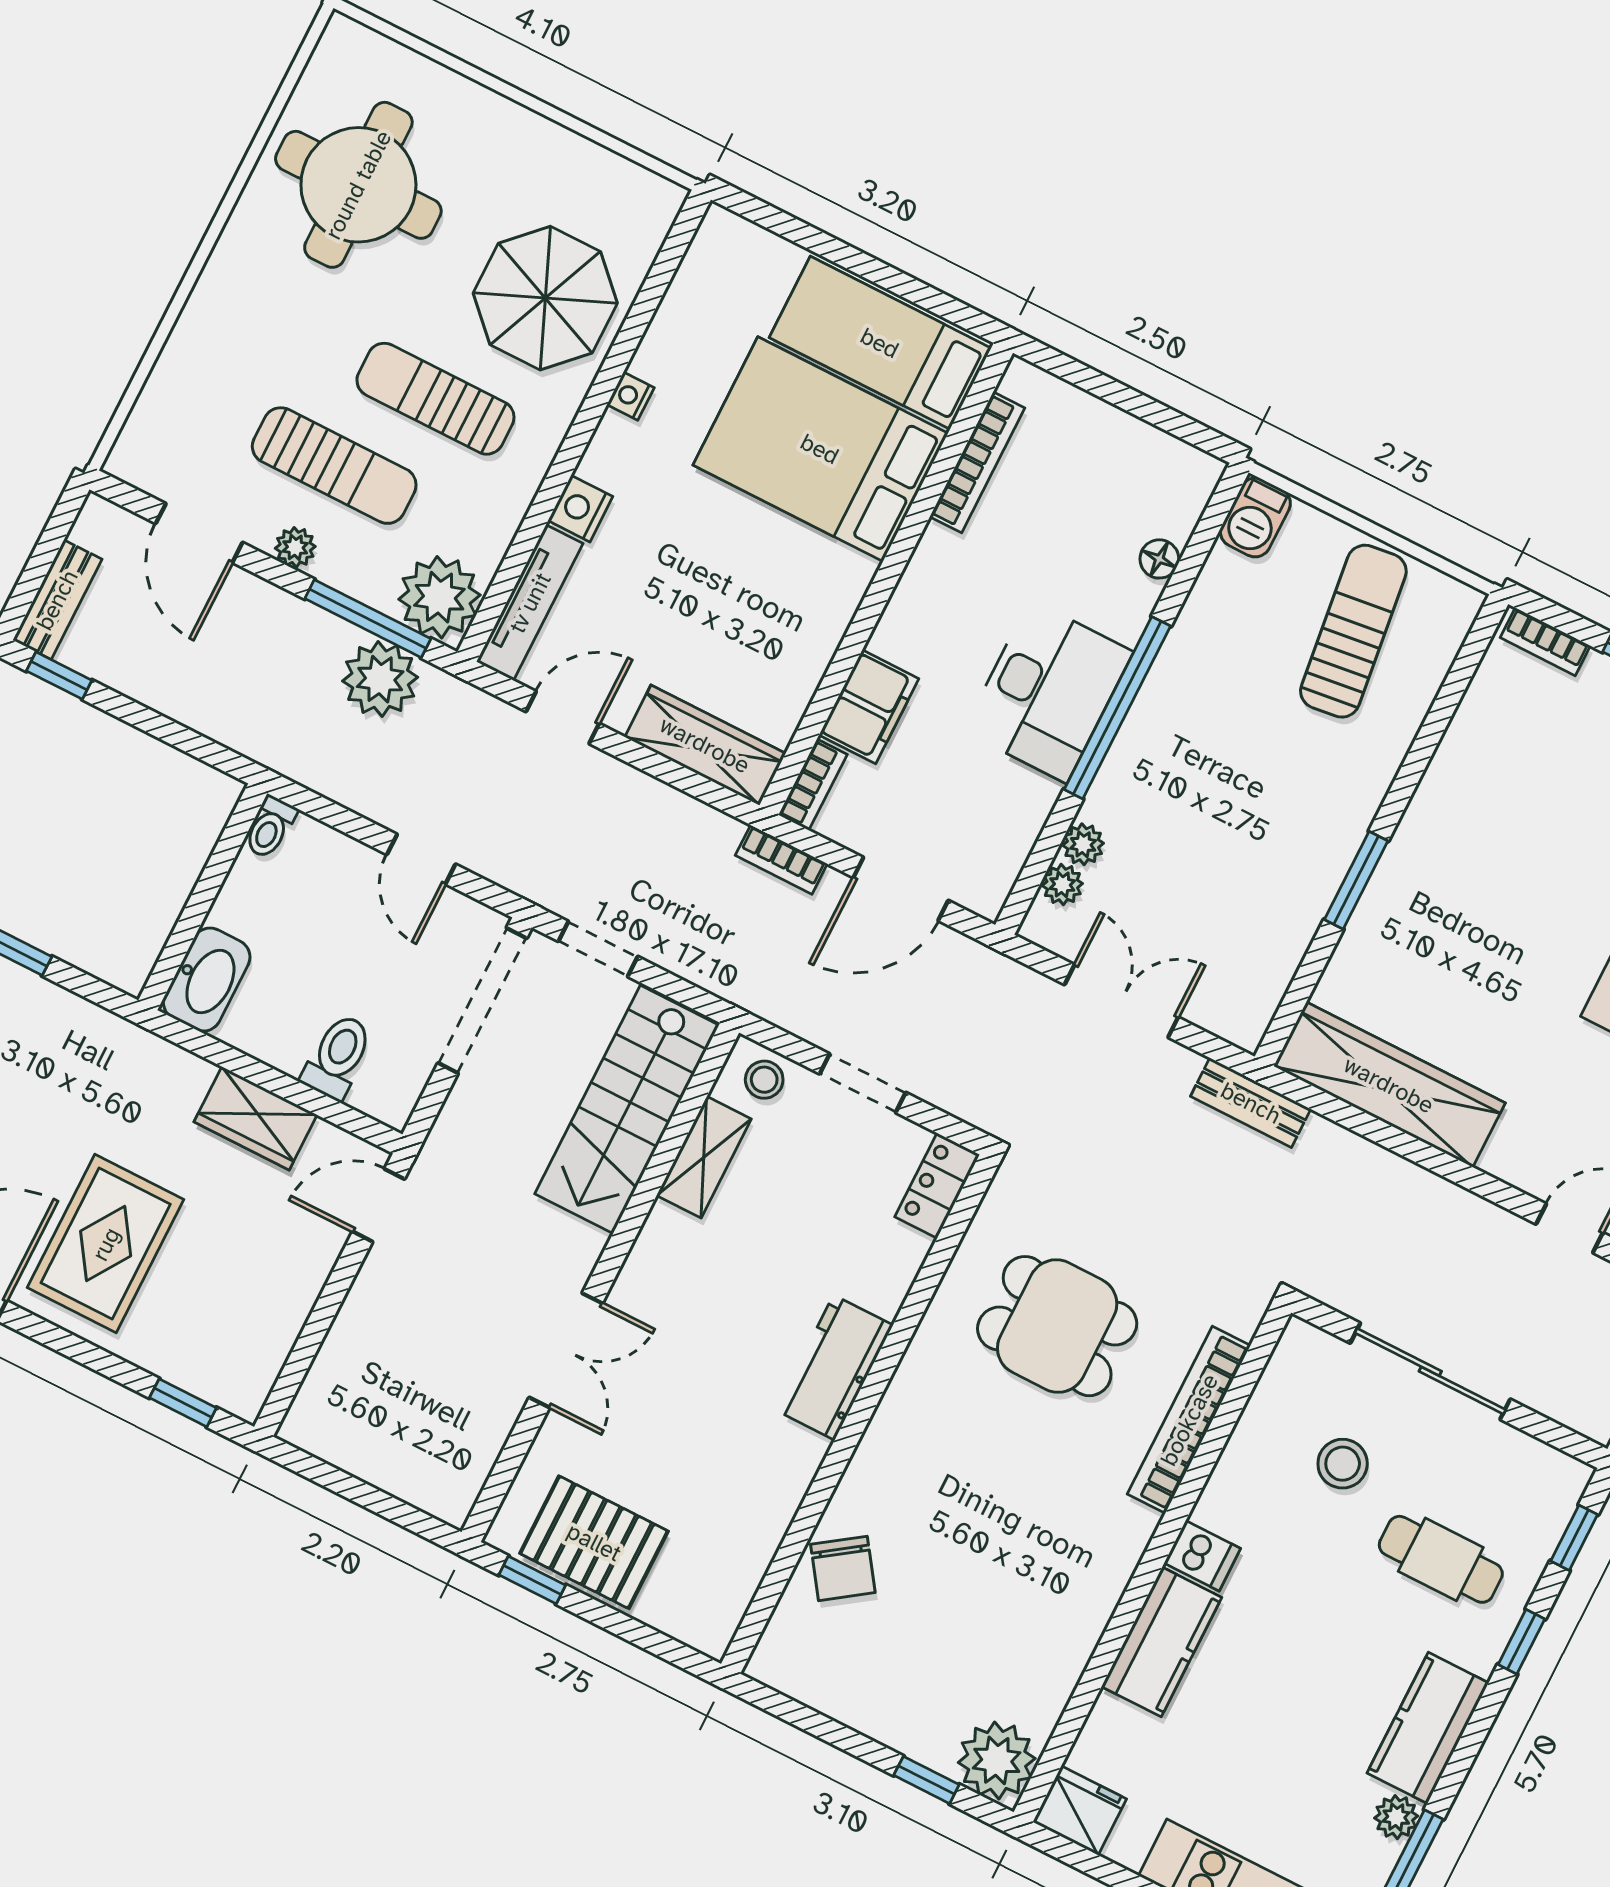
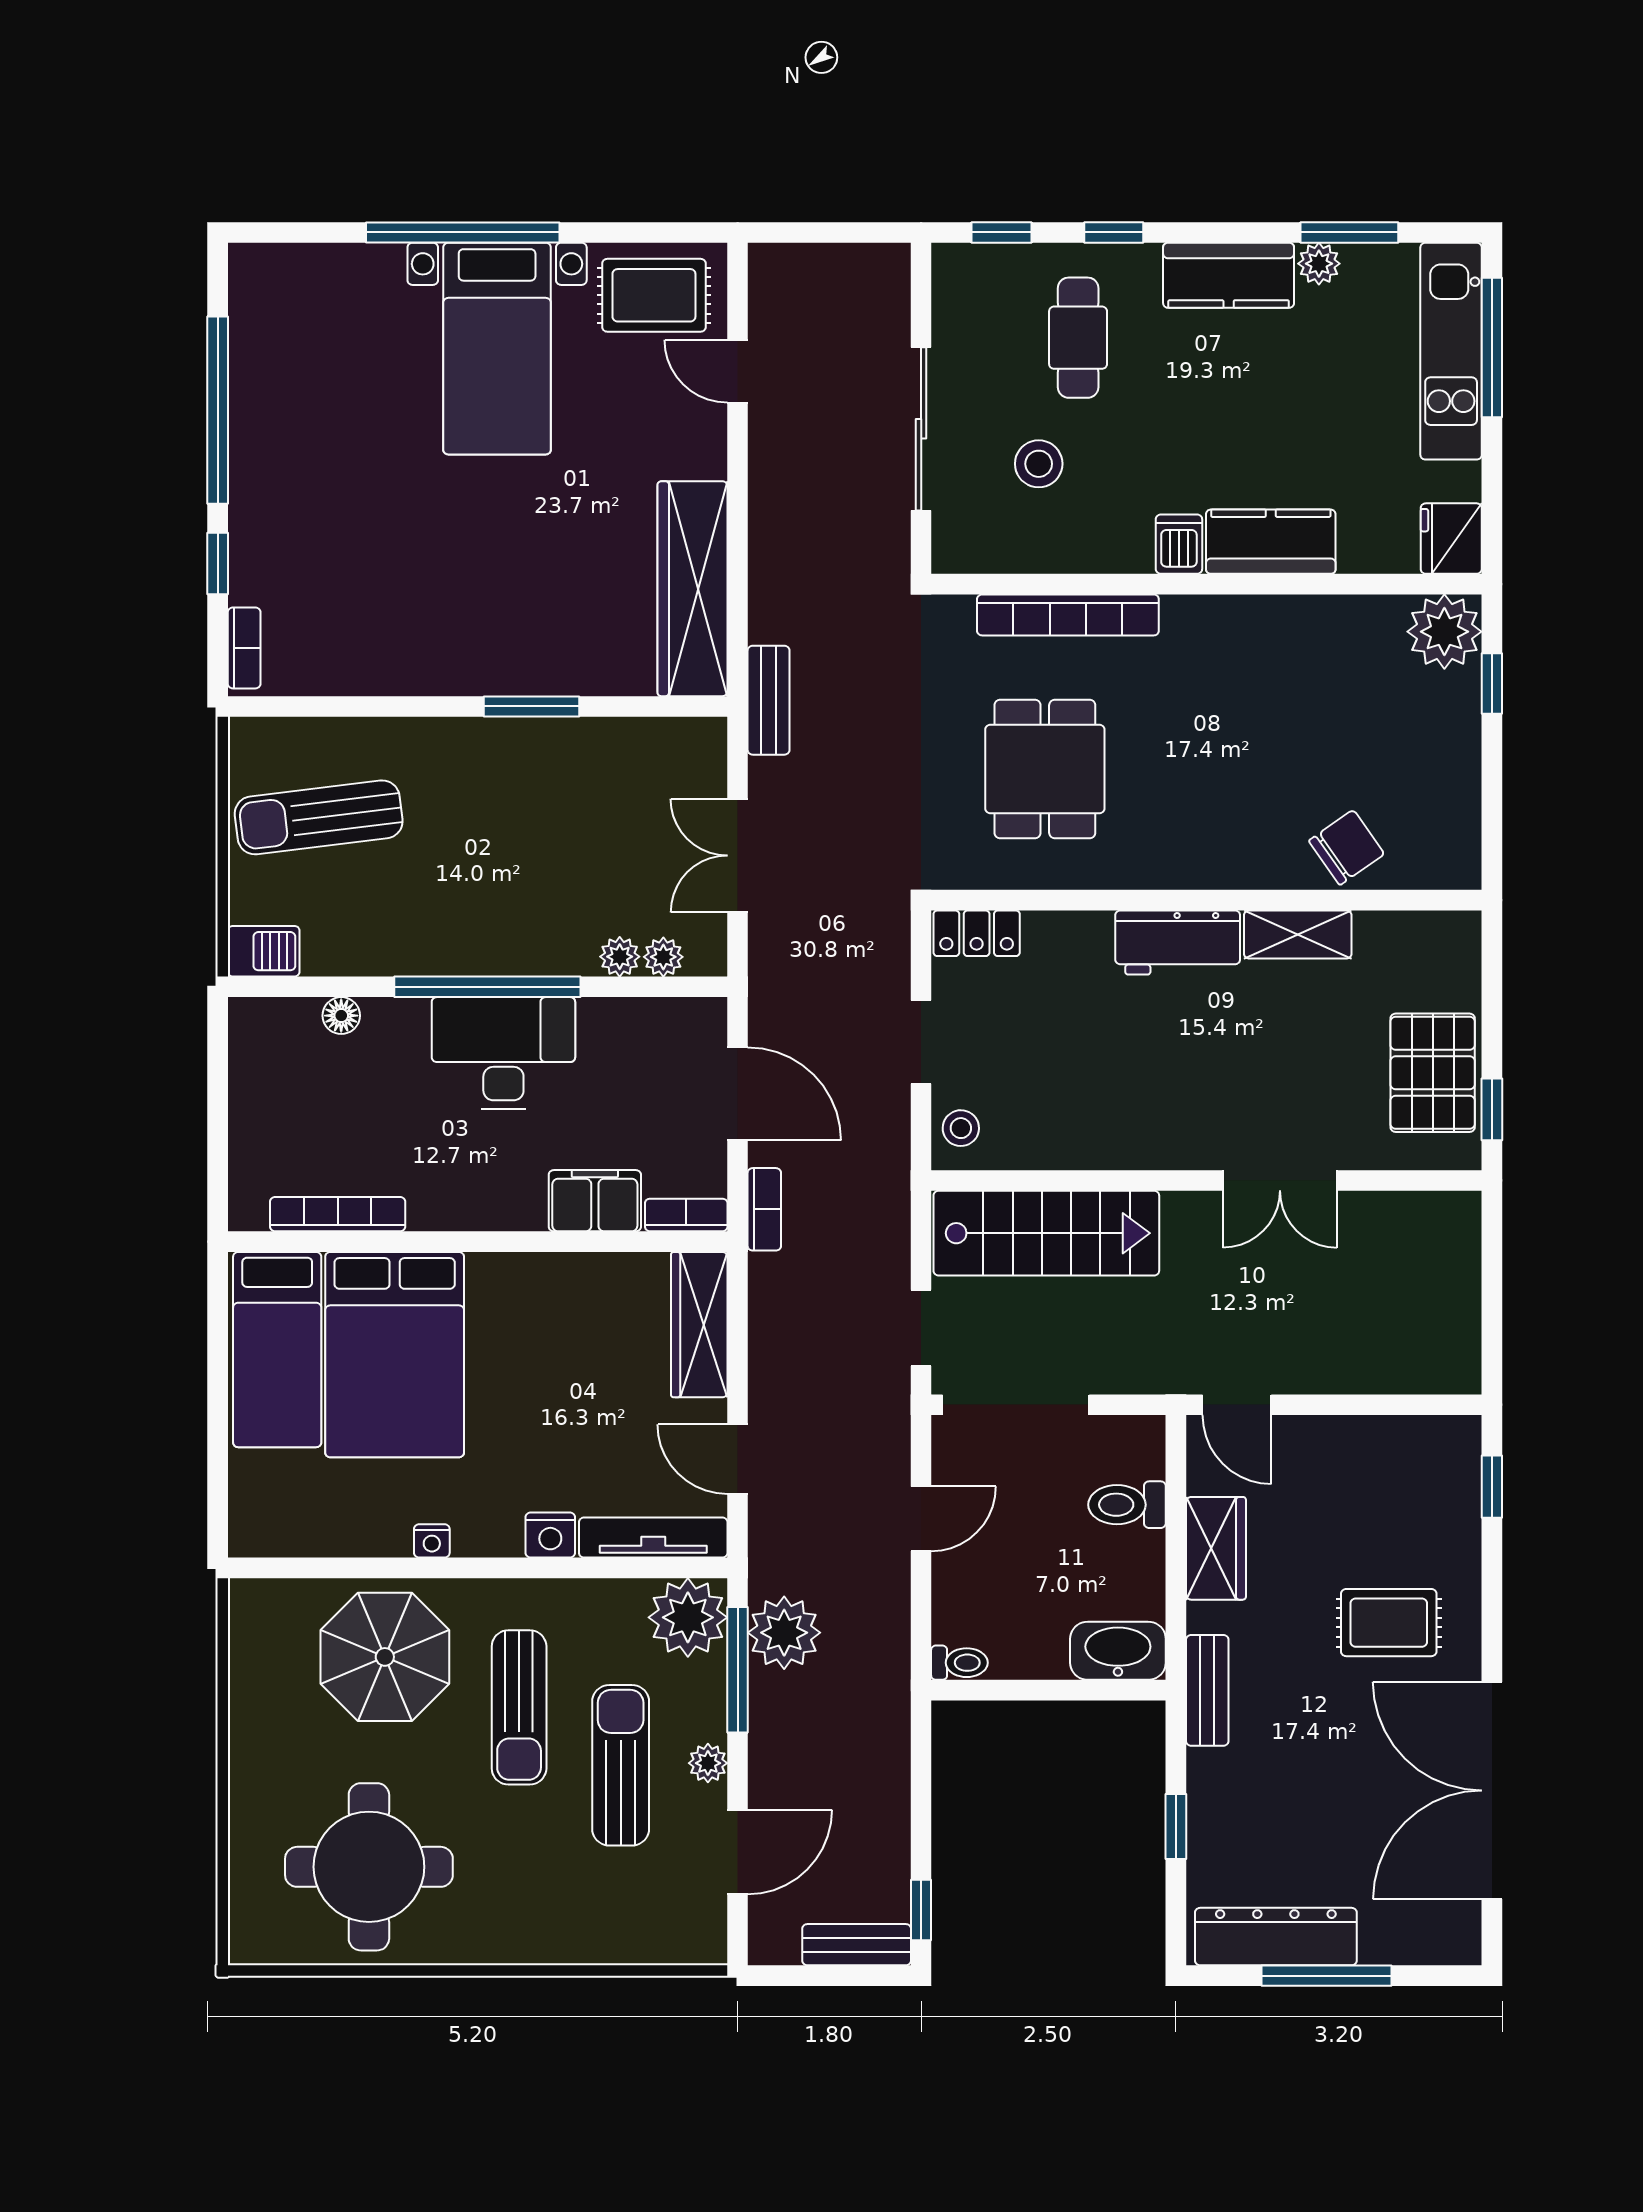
bench: (128, 1044) -> (1207, 1690), added
shelving: (704, 1157) -> (1298, 934), moved
rug: (106, 1244) -> (1389, 1623), width x0.73, depth x0.70
double door: (566, 1350) -> (1280, 1180), swing flipped

